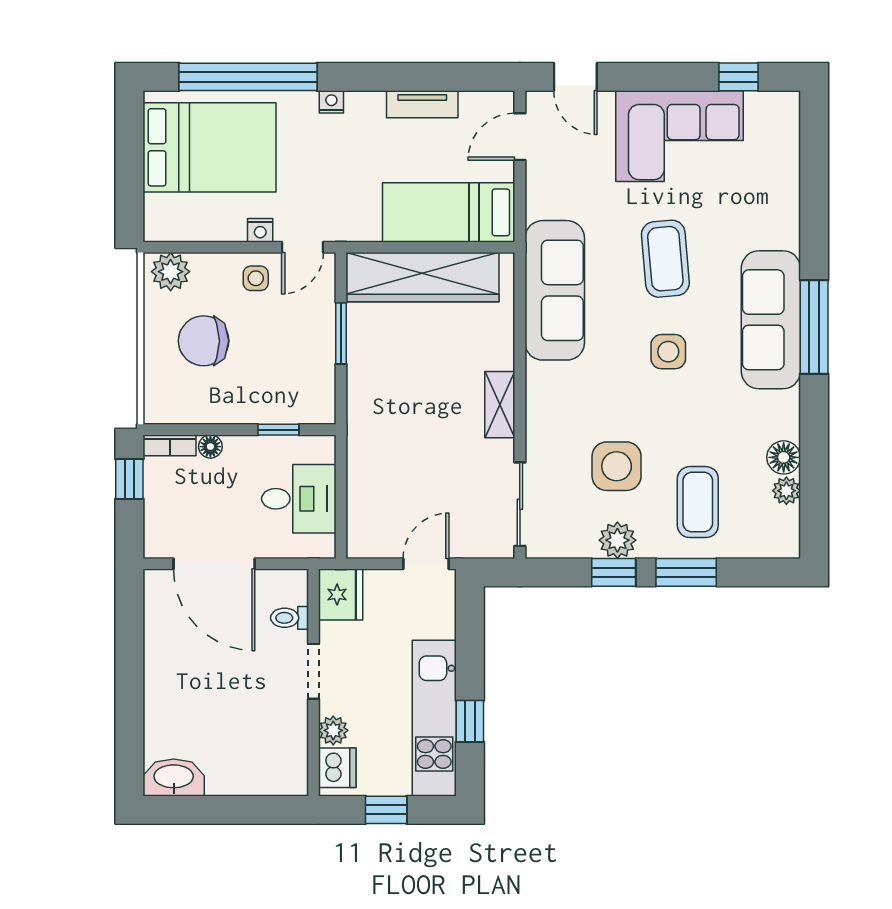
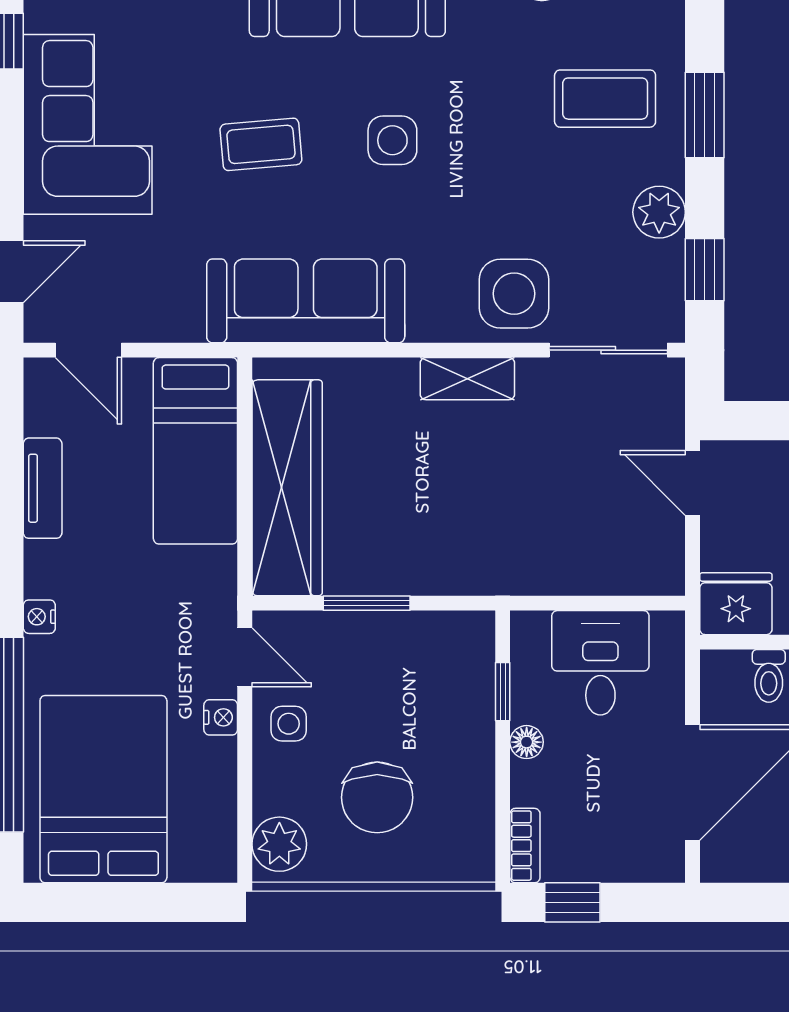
coffee table: (665, 259) -> (261, 144), width x0.73, depth x0.77
floor lamp: (210, 447) -> (527, 742), moved
side table: (617, 466) -> (514, 294), moved
window: (614, 572) -> (705, 270), moved

